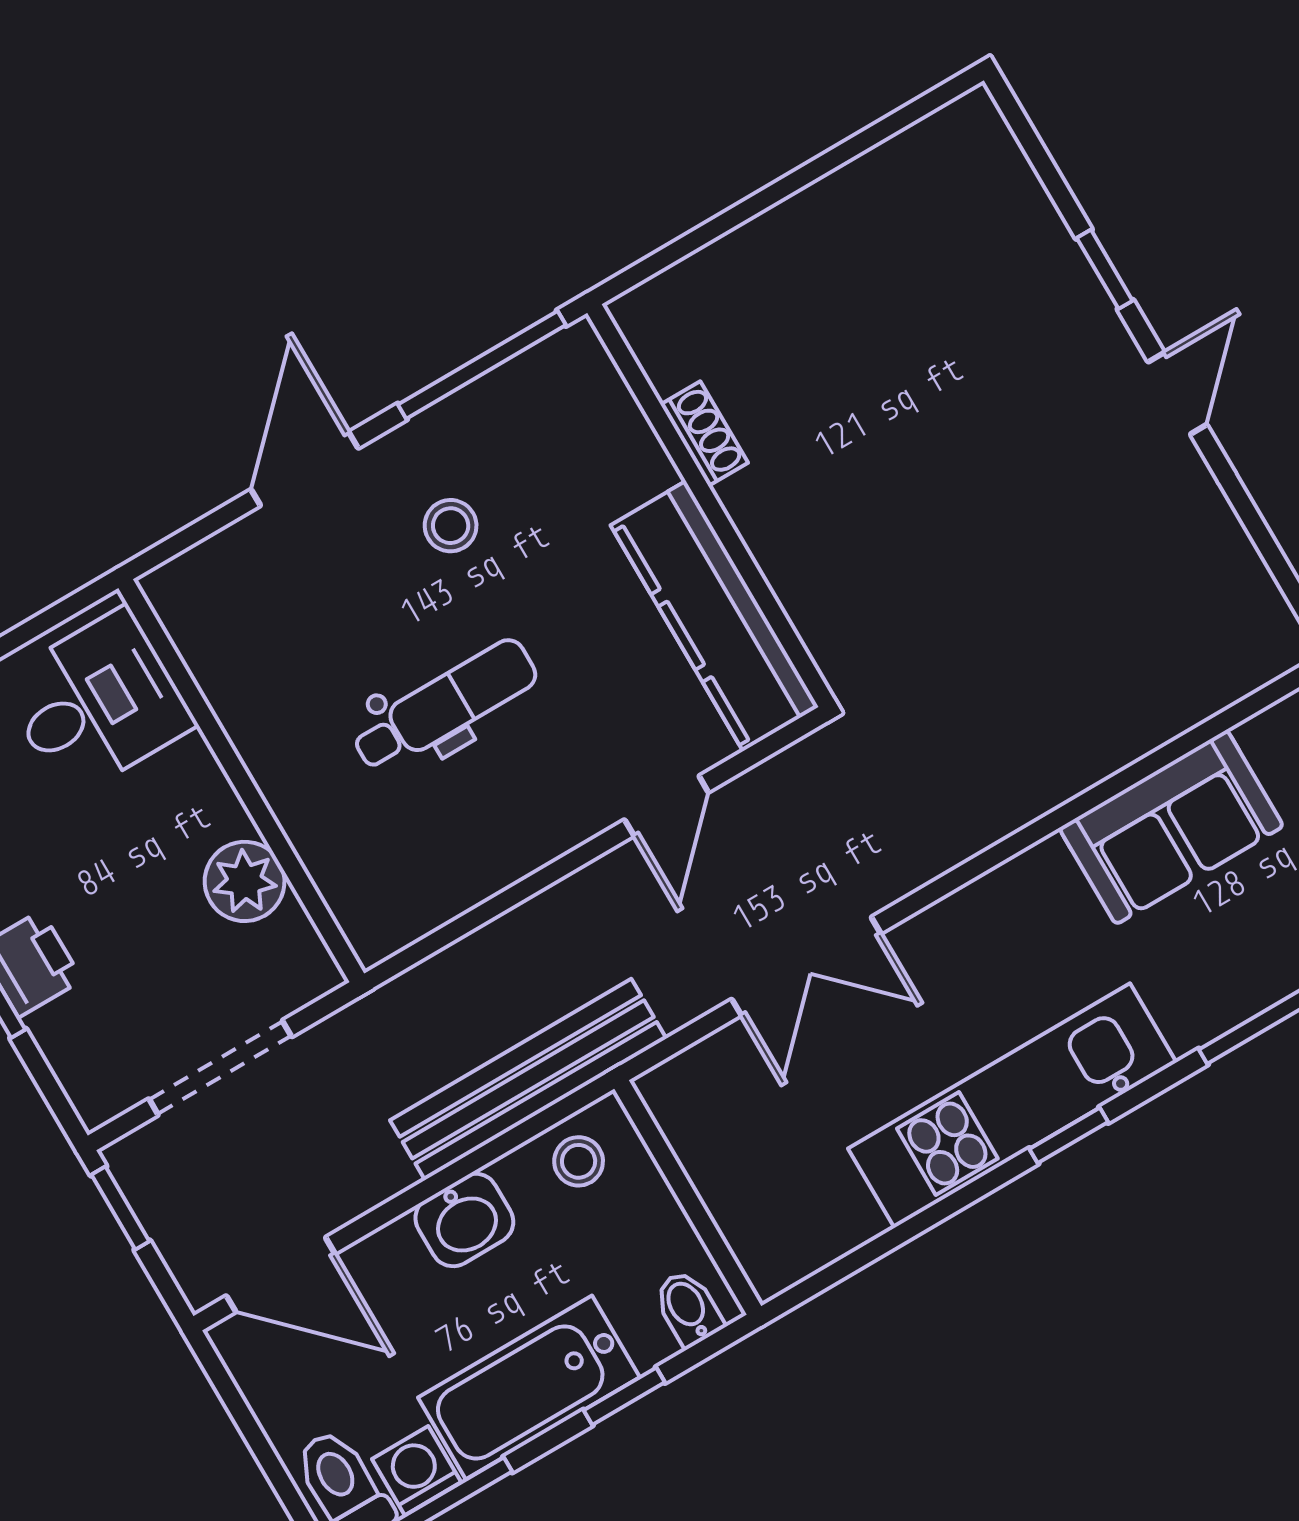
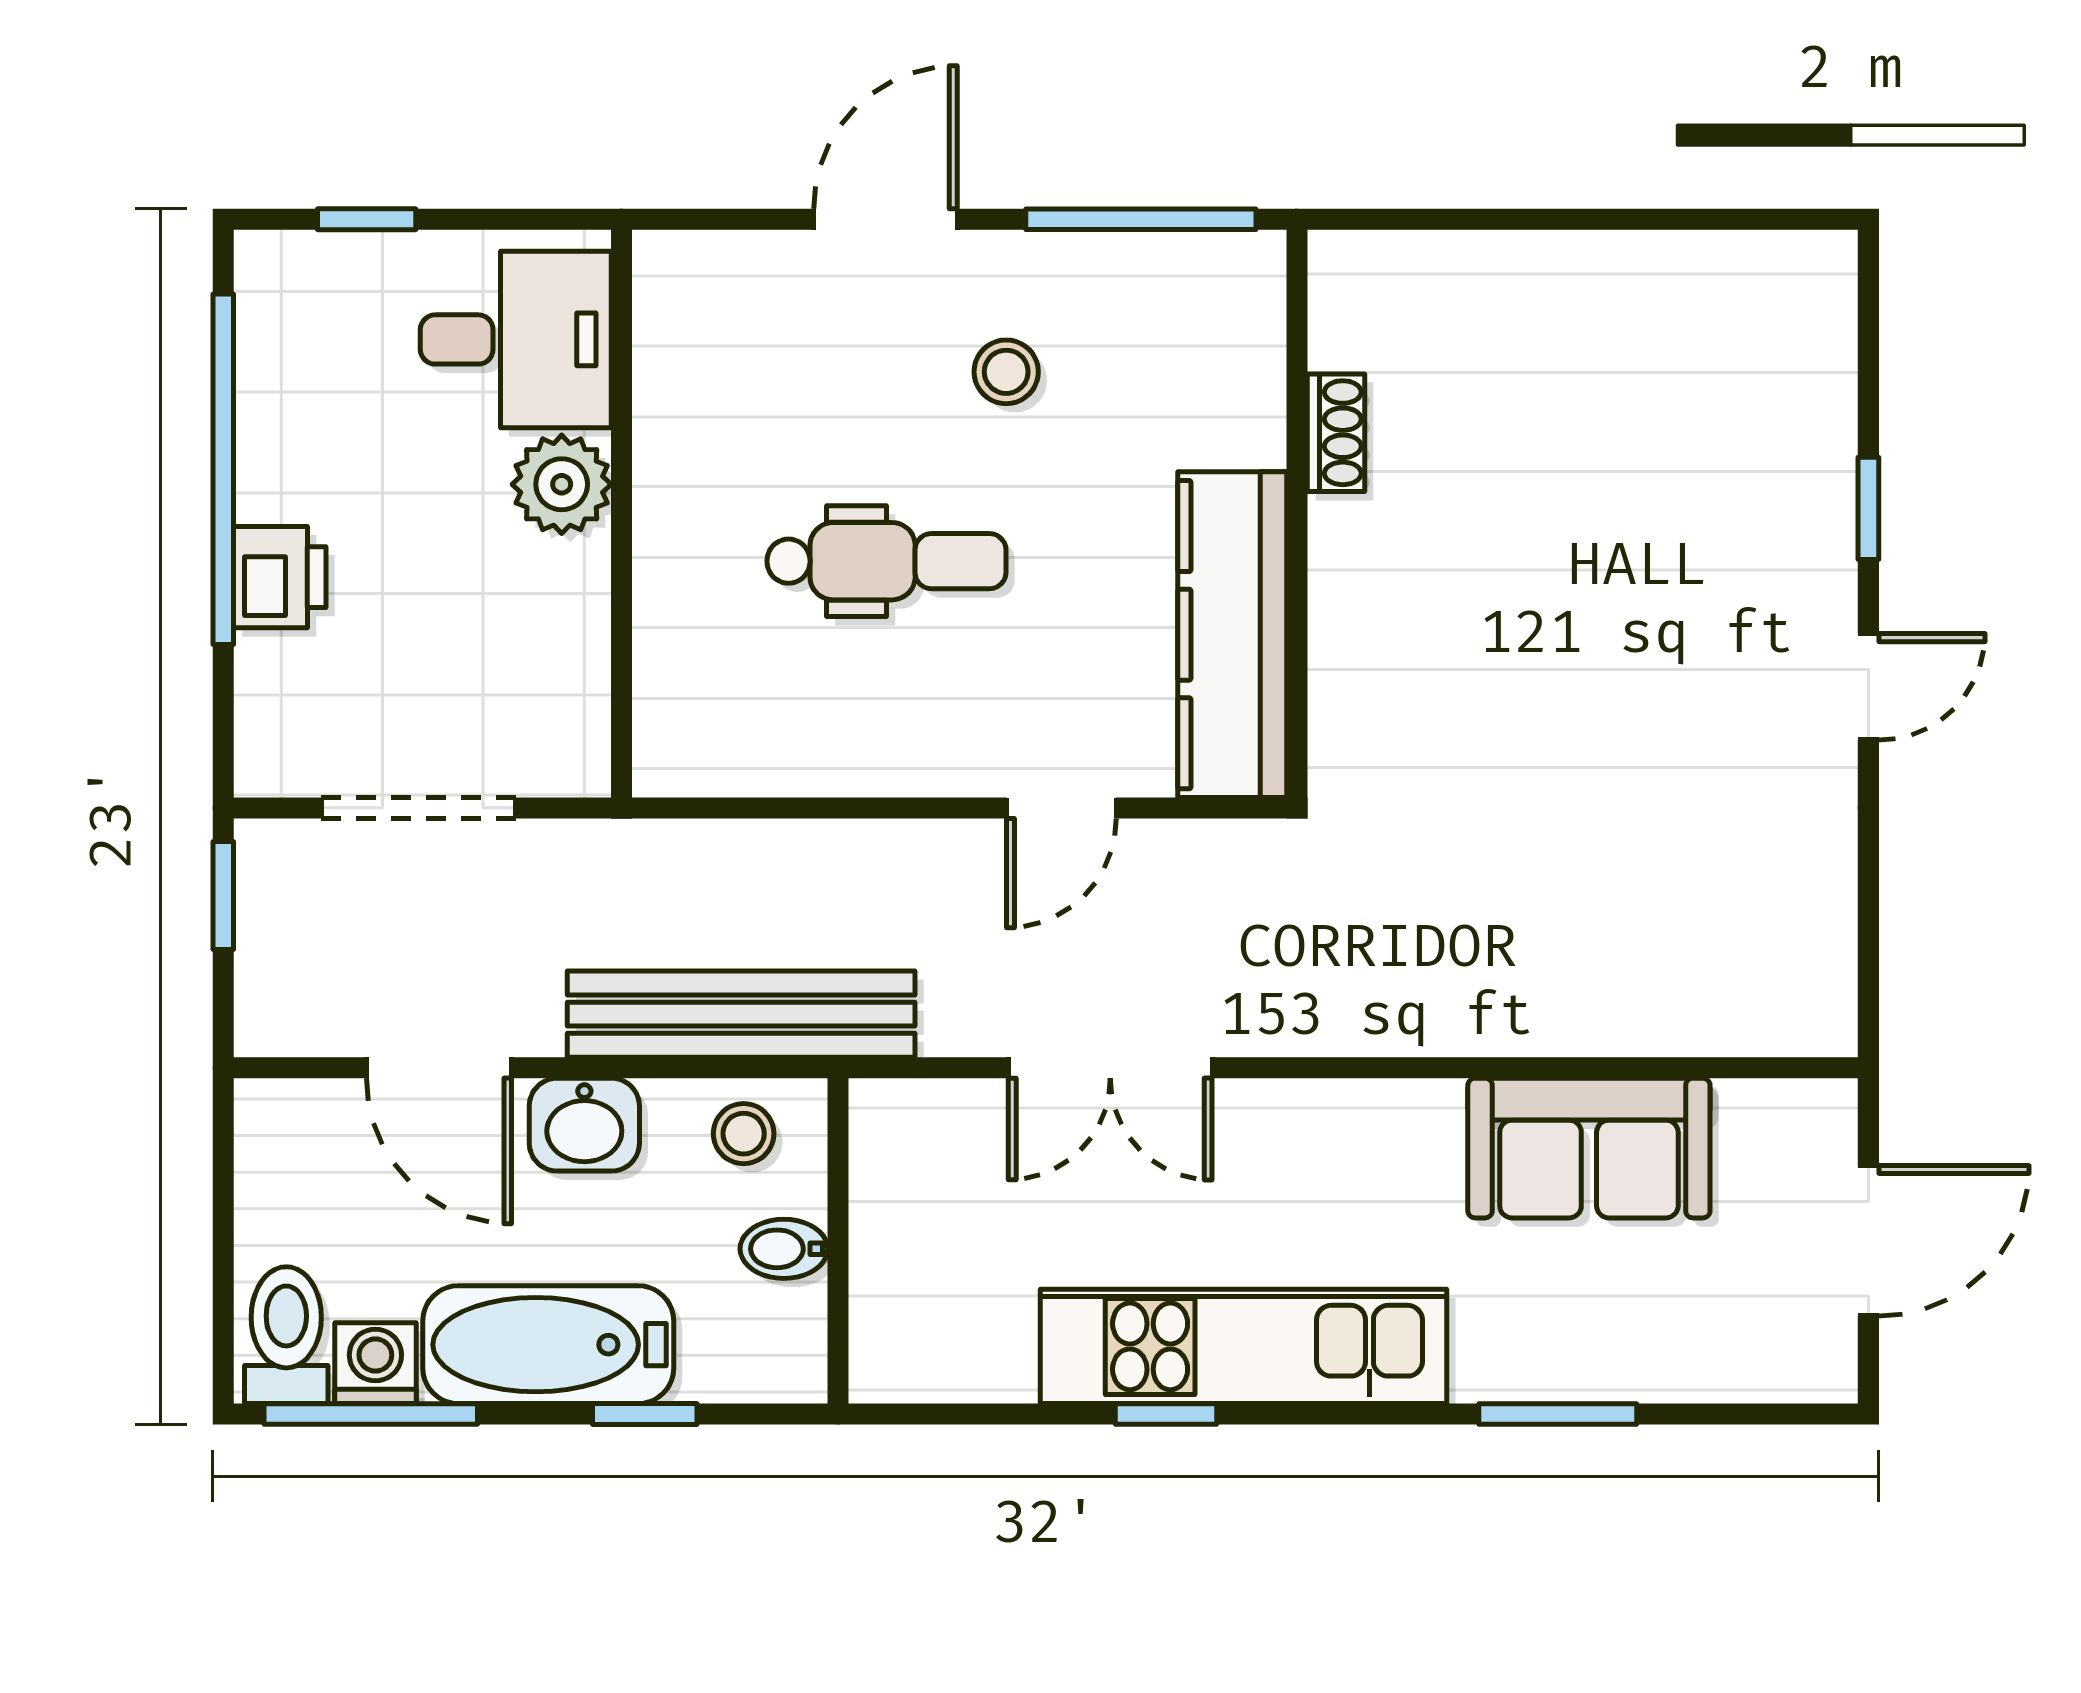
plant: (245, 881) -> (562, 484), moved
window: (1069, 1135) -> (1166, 1414), moved
door: (281, 1275) -> (439, 1068), moved
bidet: (688, 1308) -> (784, 1249), moved, turned -90

